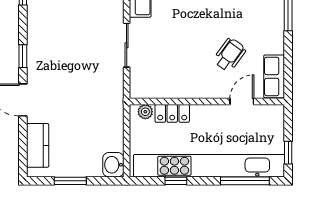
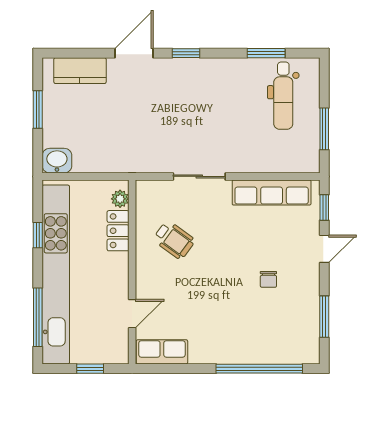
wheelchair: (230, 55) -> (174, 240), moved
door: (242, 102) -> (132, 314), hinge flipped
window: (288, 153) -> (90, 369), moved

